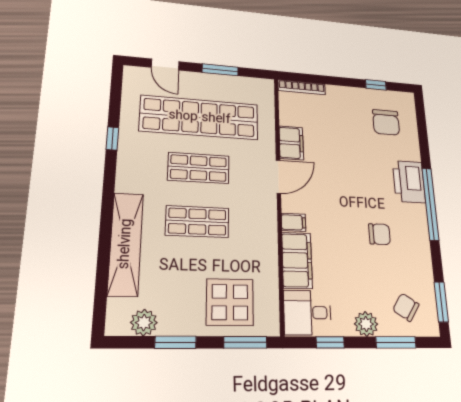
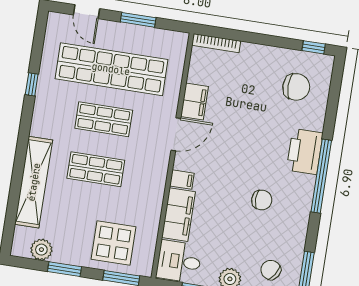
window: (376, 85) -> (314, 47), moved
chair: (386, 122) -> (296, 87), turned -90

